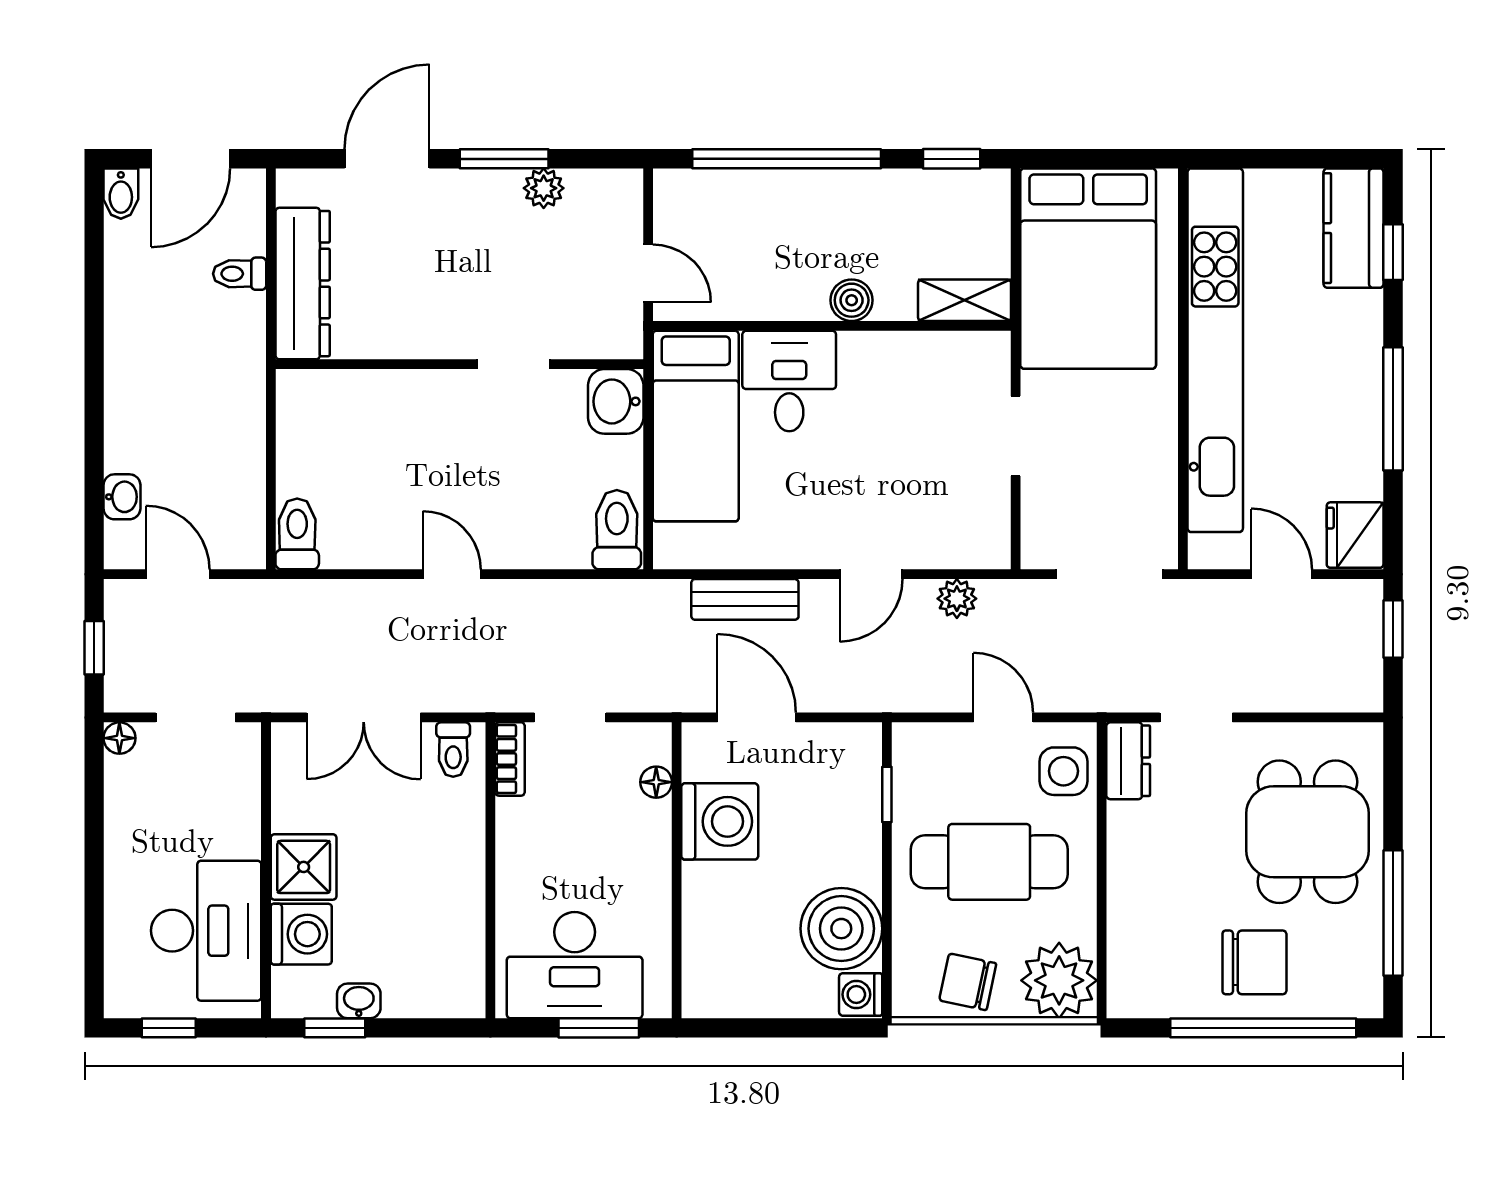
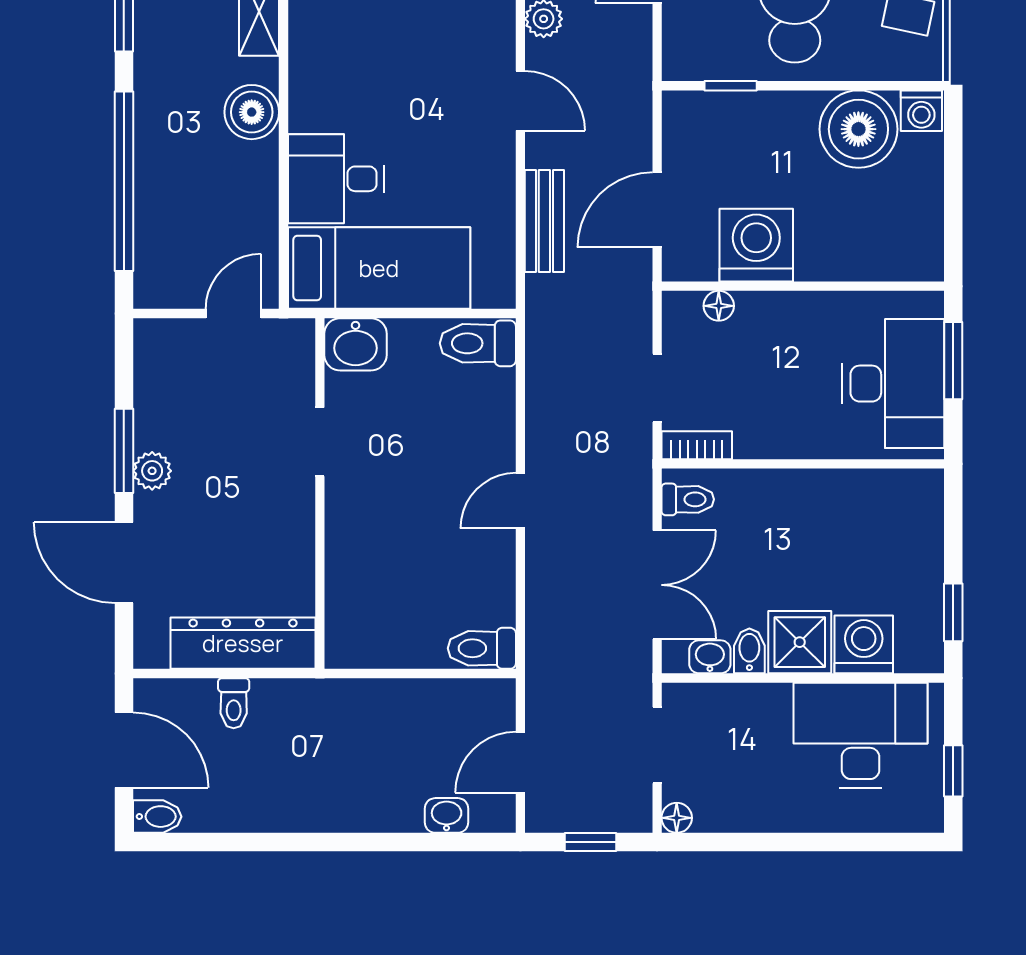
plant: (544, 188) -> (152, 471), moved
boiler: (852, 300) -> (252, 112), width x1.36, depth x1.36
bidet: (294, 814) -> (749, 651), added
washbasin: (359, 1001) -> (710, 657), moved, turned 90

